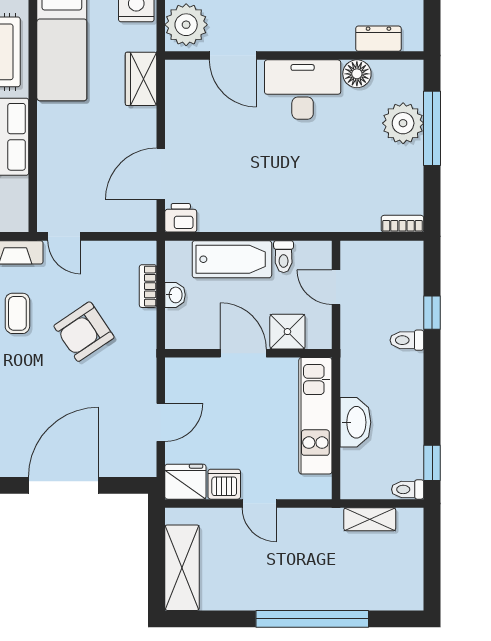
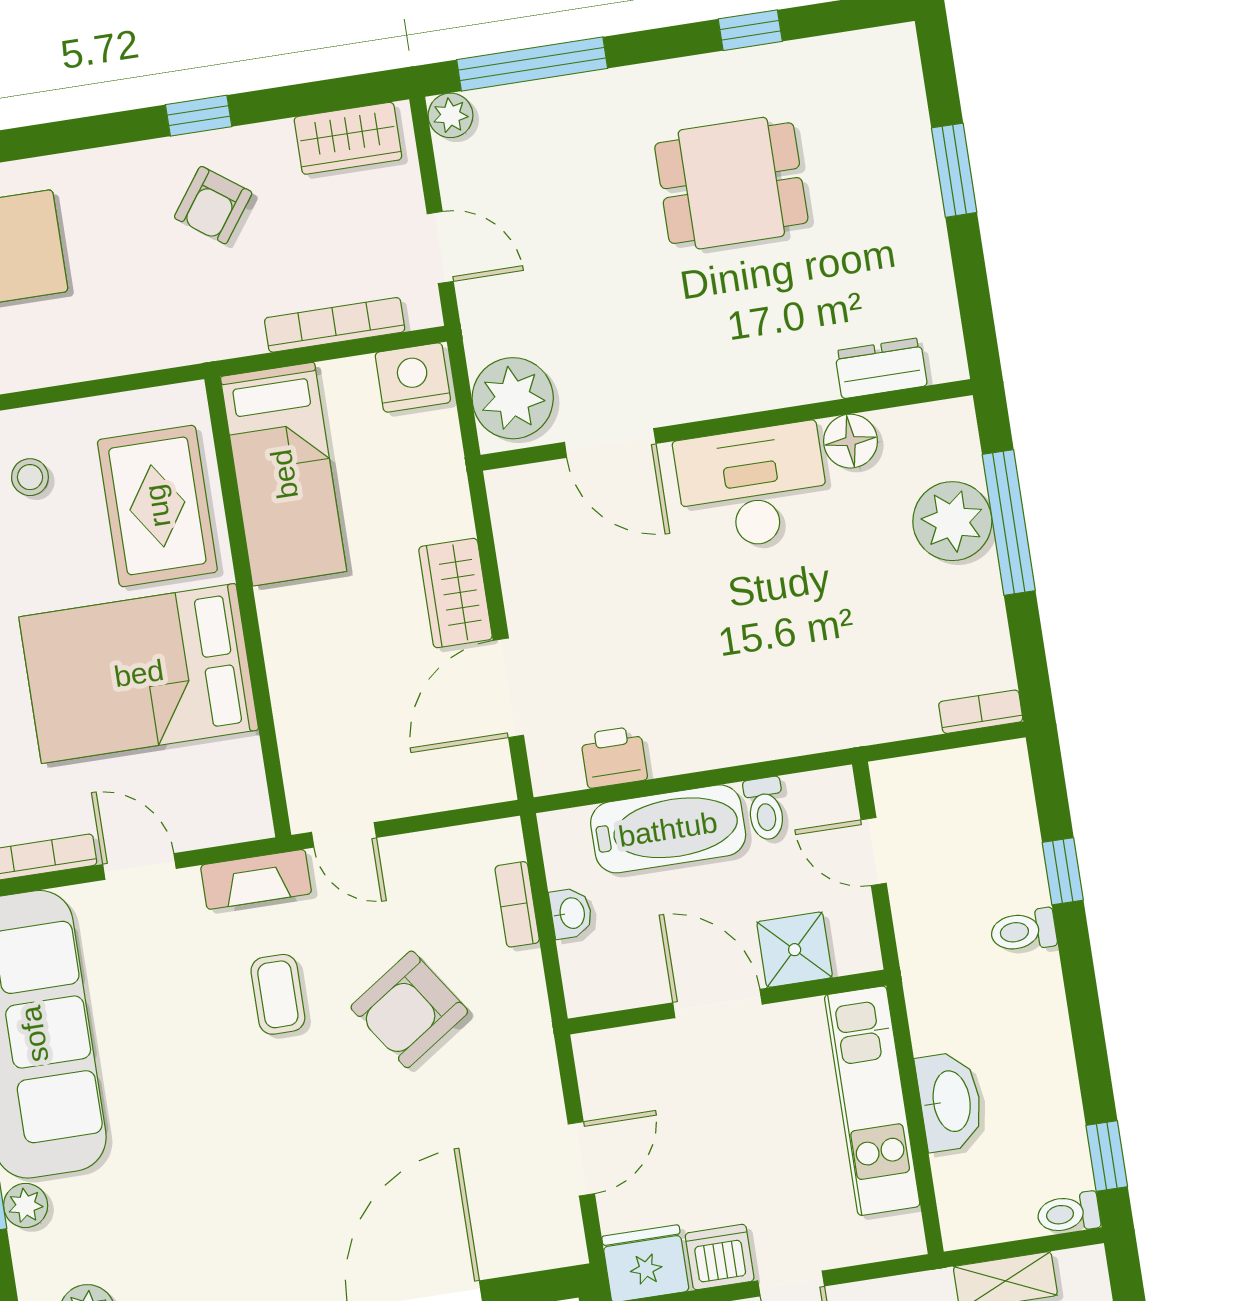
wardrobe: (141, 79) -> (456, 593), moved
printer: (181, 218) -> (614, 757), moved

